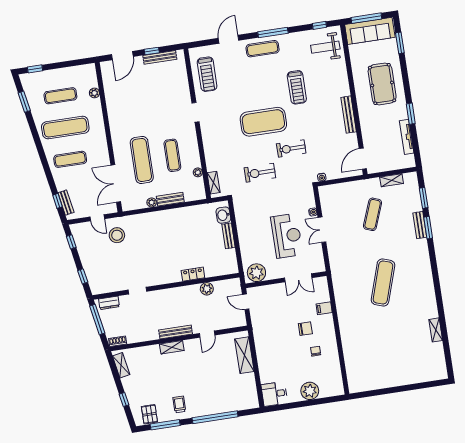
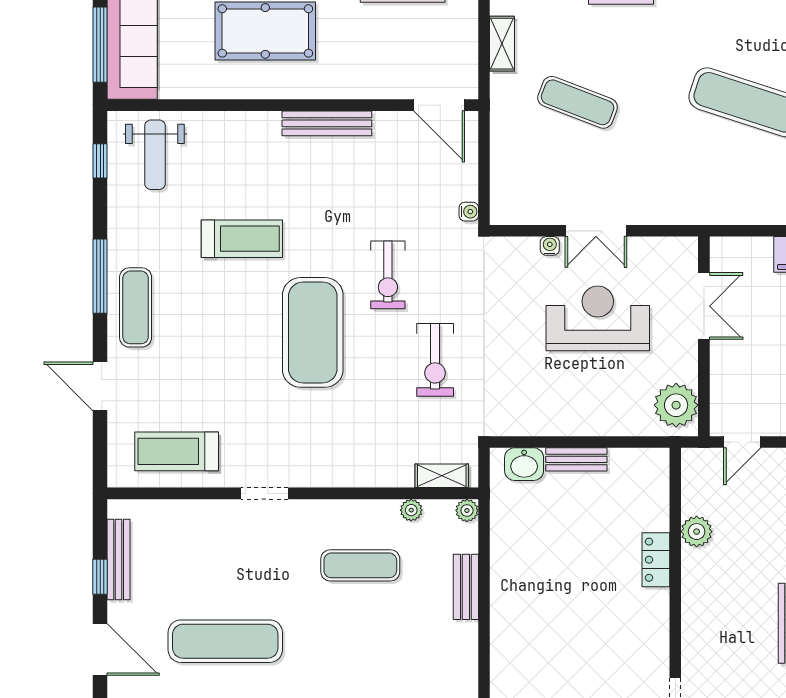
treadmill: (207, 74) -> (177, 451), turned 180
exercise mat: (142, 160) -> (225, 641), moved
plant: (152, 202) -> (467, 510), moved

